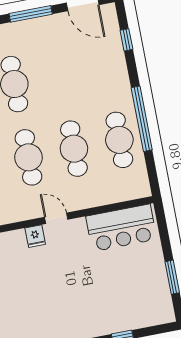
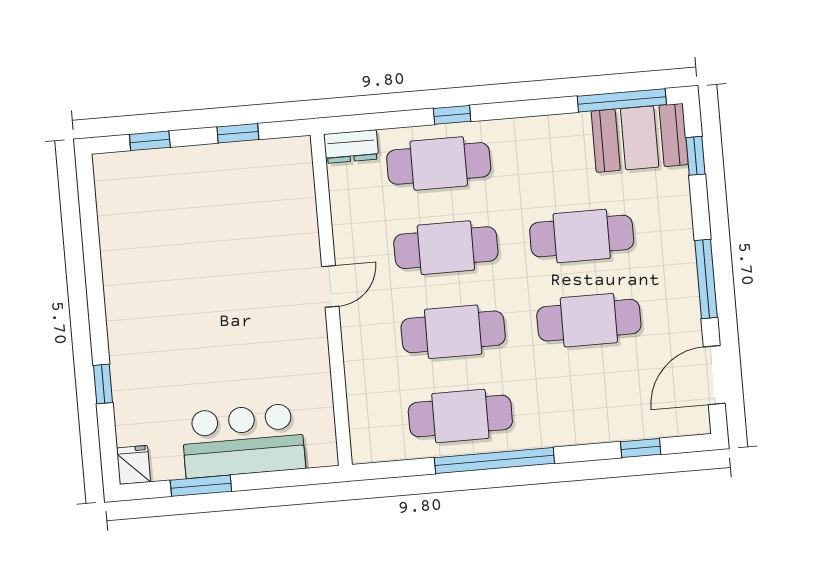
cafe table: (60, 75) -> (589, 320), added
bar counter: (121, 228) -> (243, 441), moved, turned 90
fridge: (35, 236) -> (134, 465), moved, turned 90

